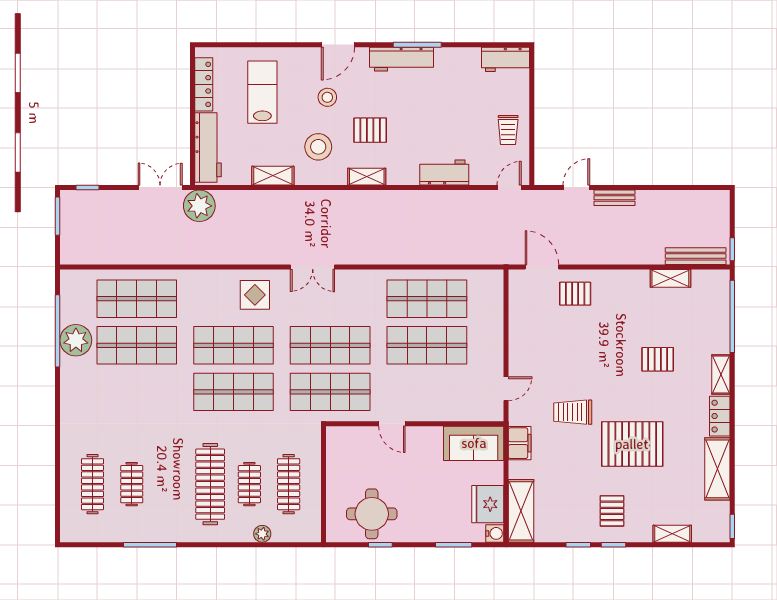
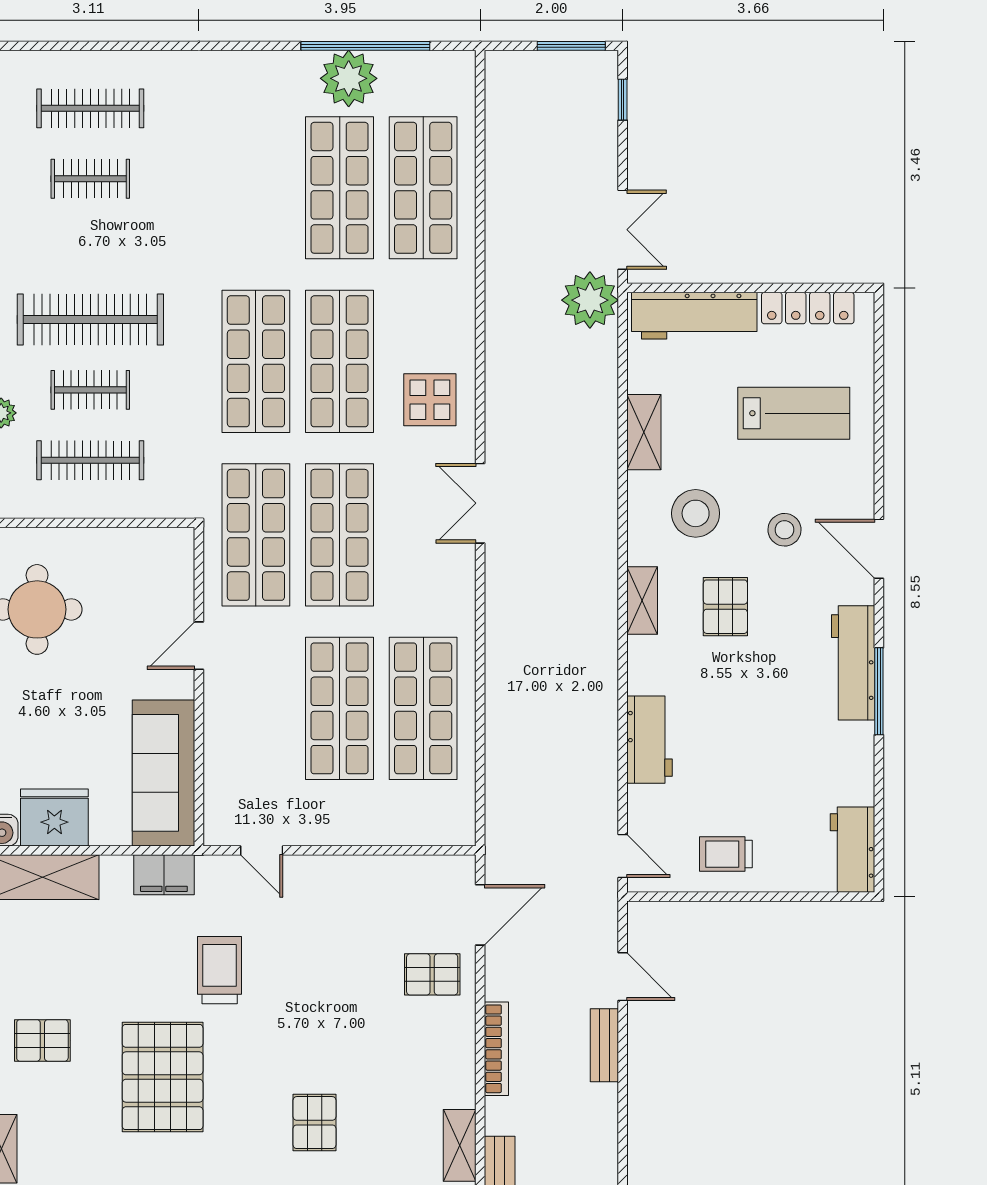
bookcase: (617, 258) -> (496, 1049), added
pallet: (575, 294) -> (432, 974), turned 90
sofa: (474, 443) -> (164, 773), width x1.36

